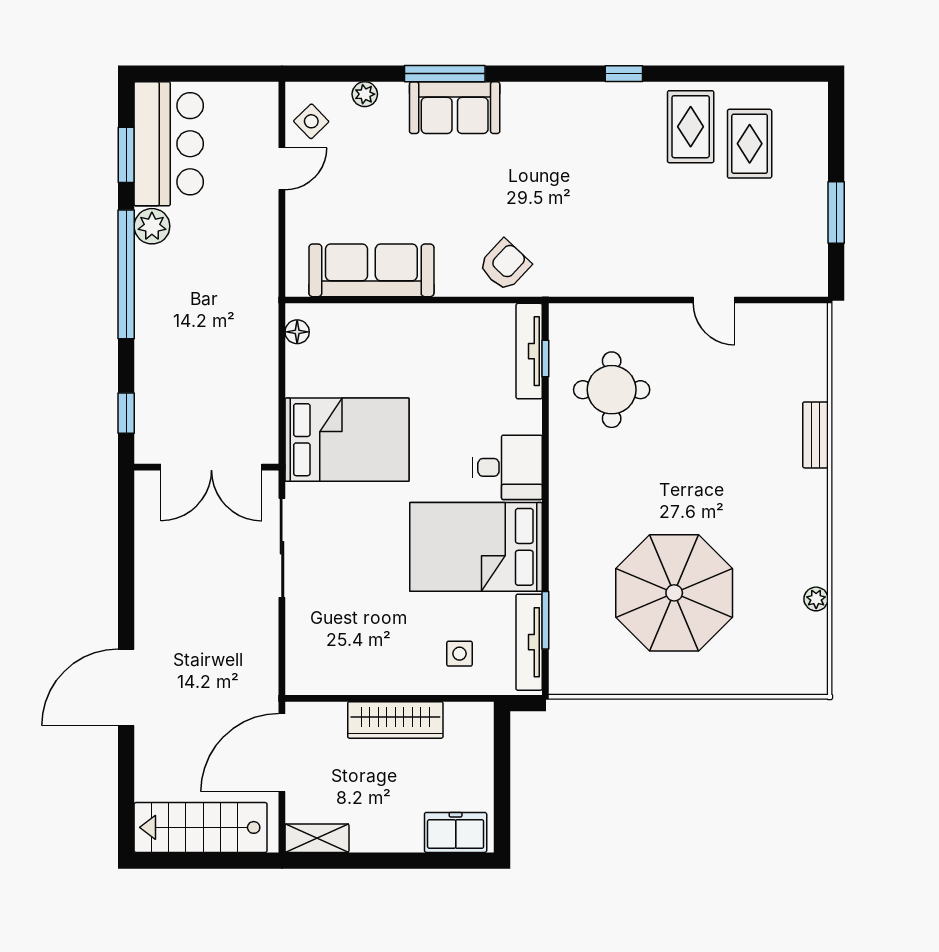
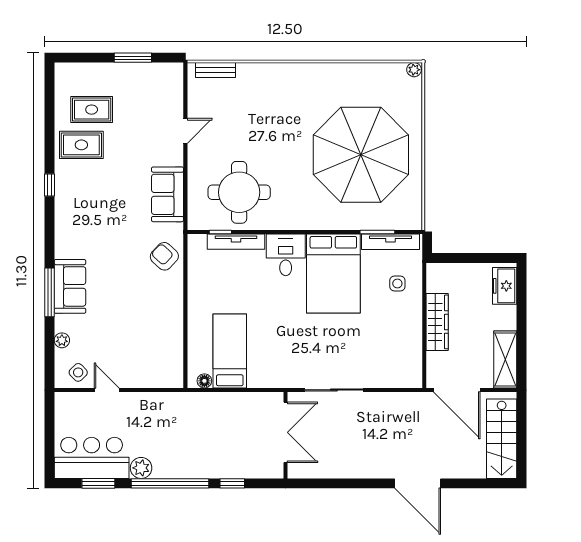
sofa: (371, 270) -> (168, 194), moved, width x0.73
tv unit: (529, 351) -> (236, 242), moved
round table: (612, 390) -> (239, 192), width x1.36, depth x1.36
window: (126, 413) -> (232, 483), moved
bench: (815, 435) -> (215, 70), moved
bed: (347, 440) -> (230, 351), moved, width x0.67
parasol: (674, 593) -> (361, 155), width x1.36, depth x1.36
plant: (816, 599) -> (414, 70), moved
shelving: (317, 838) -> (505, 359), width x1.50, depth x1.33

